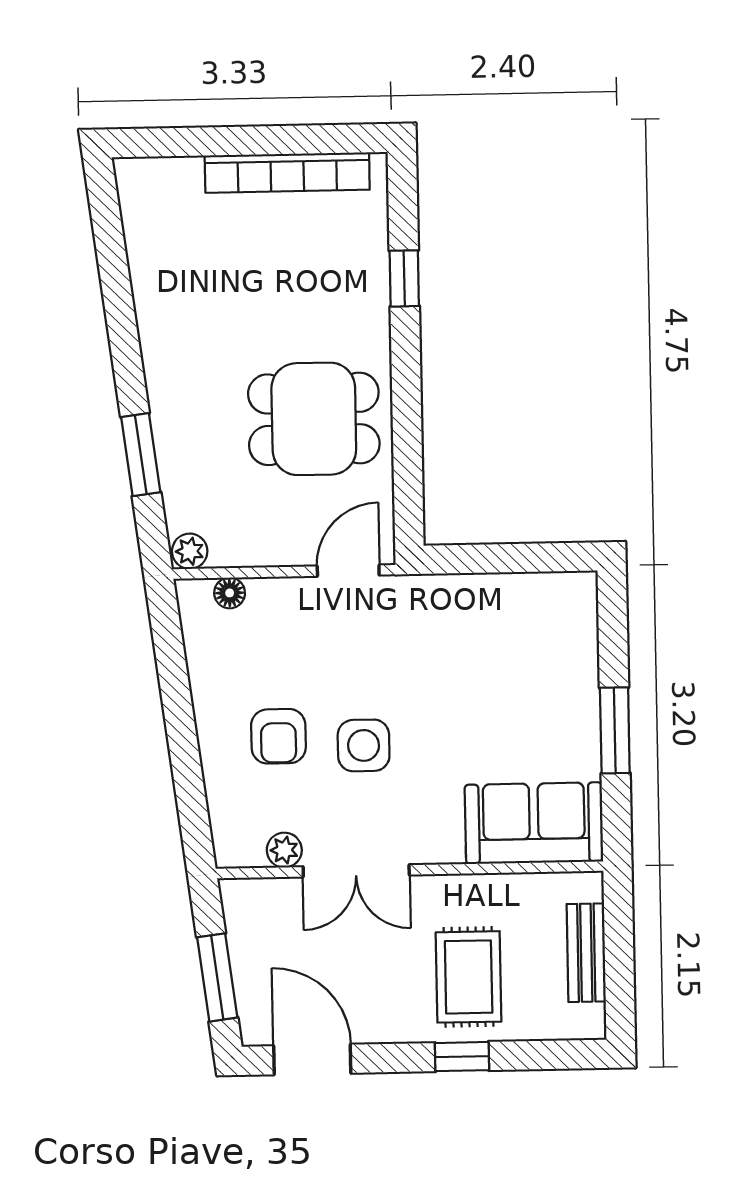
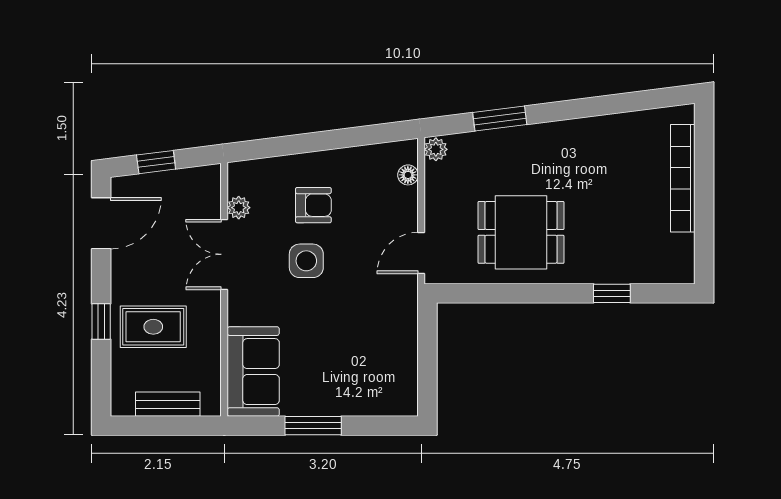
bookcase: (287, 173) -> (683, 178), moved
dining table: (314, 419) -> (521, 232), turned 90
door: (348, 571) -> (421, 253), swing flipped
armchair: (278, 736) -> (313, 205), turned 180
window: (217, 977) -> (156, 162), width x0.67

